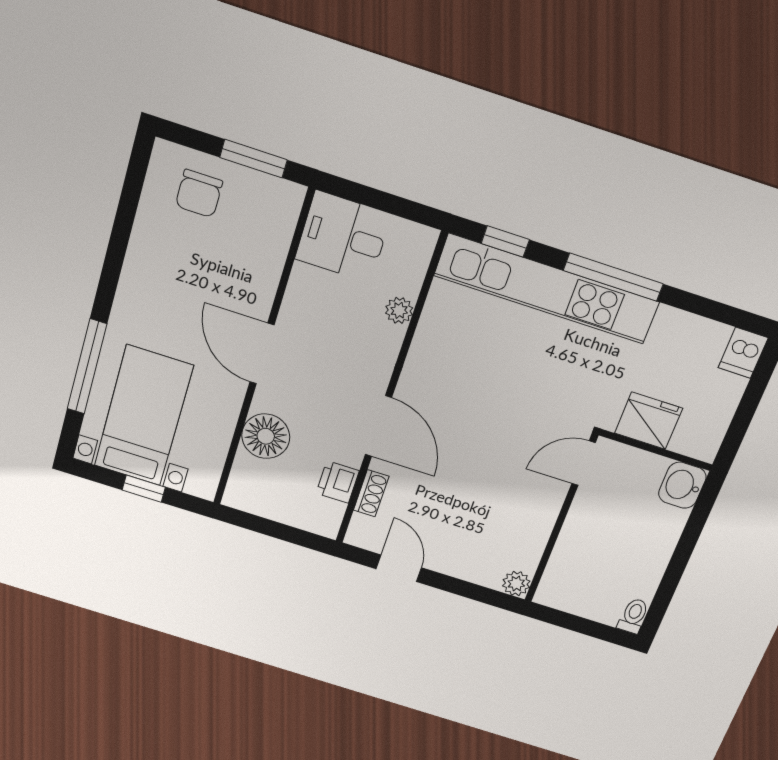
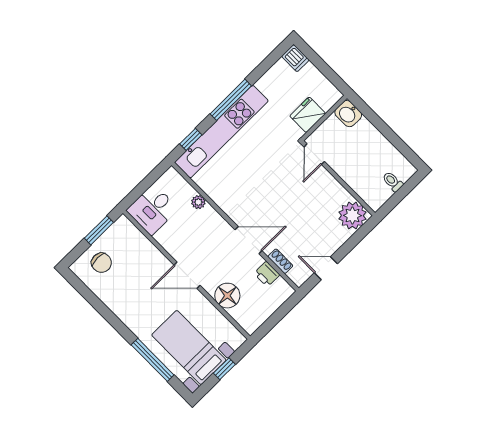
plant: (516, 584) -> (352, 216), width x1.88, depth x1.88
toilet: (633, 616) -> (393, 182), moved

